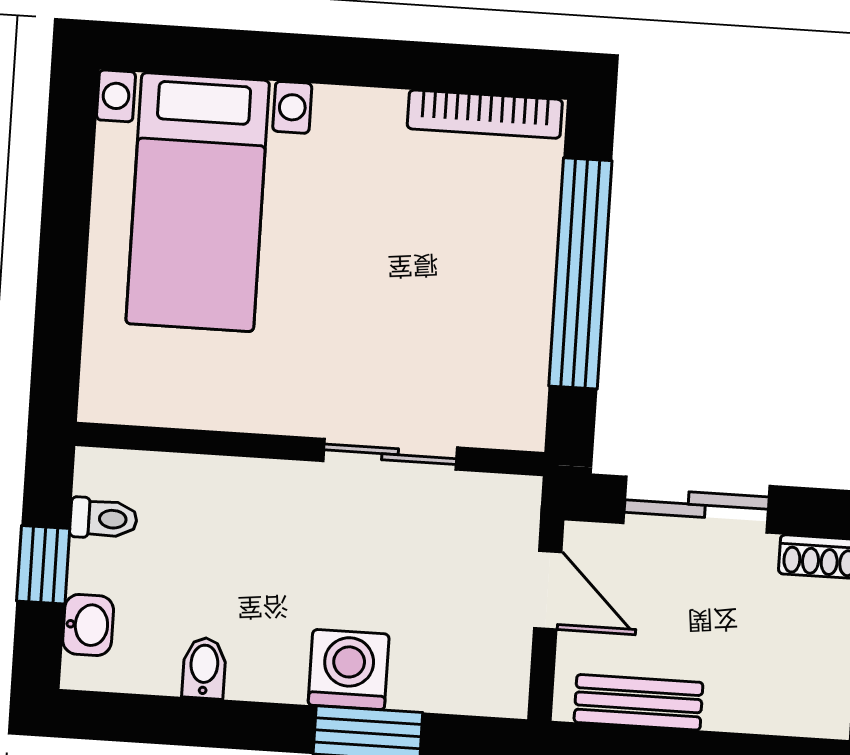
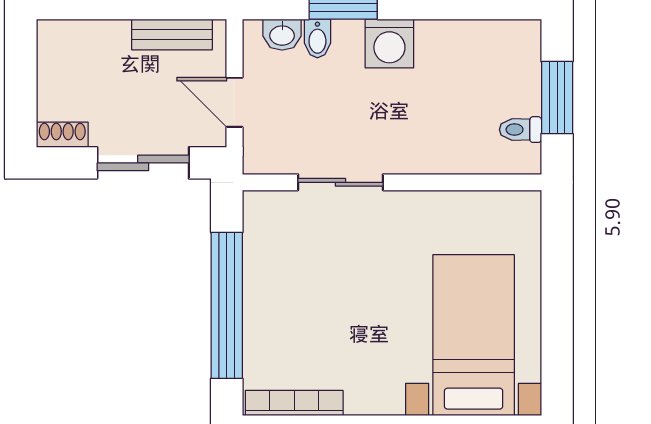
window: (43, 565) -> (557, 98), width x1.50
washbasin: (88, 625) -> (282, 35), moved, turned -90
bidet: (204, 668) -> (317, 38), moved
washing machine: (349, 670) -> (389, 43), moved

